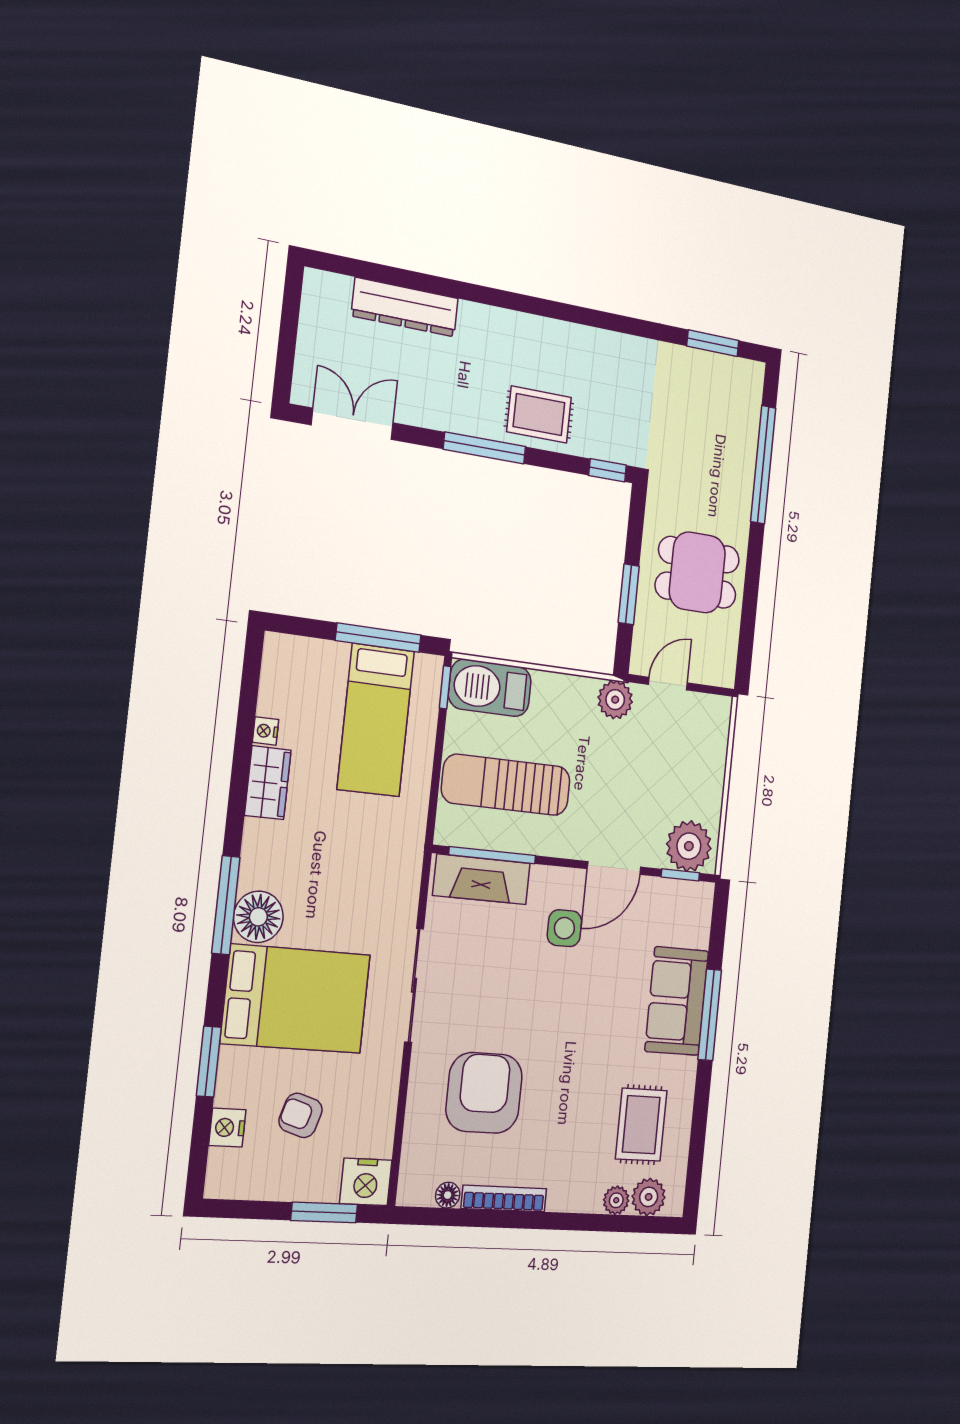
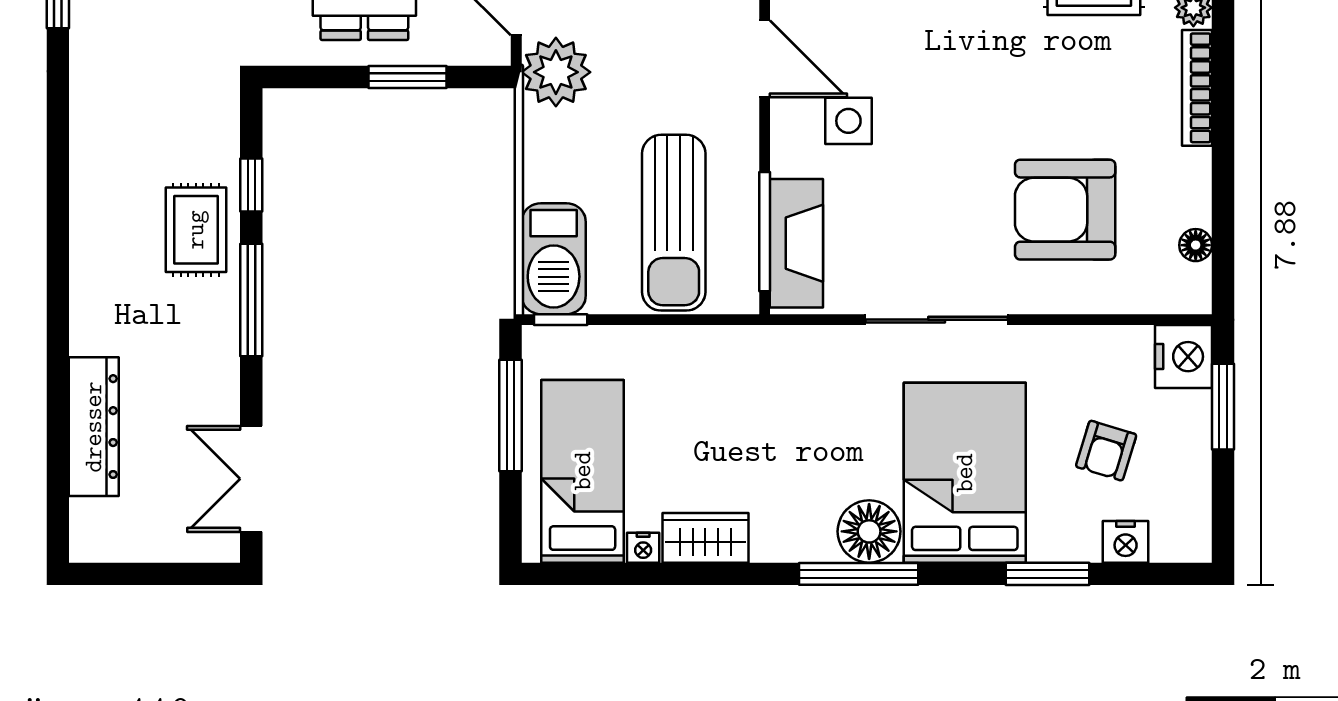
window: (608, 470) -> (251, 185), moved
plant: (615, 700) -> (556, 72), width x1.36, depth x1.36
bed: (376, 720) -> (583, 471), moved, turned -90
bookcase: (504, 1199) -> (1197, 88), moved

